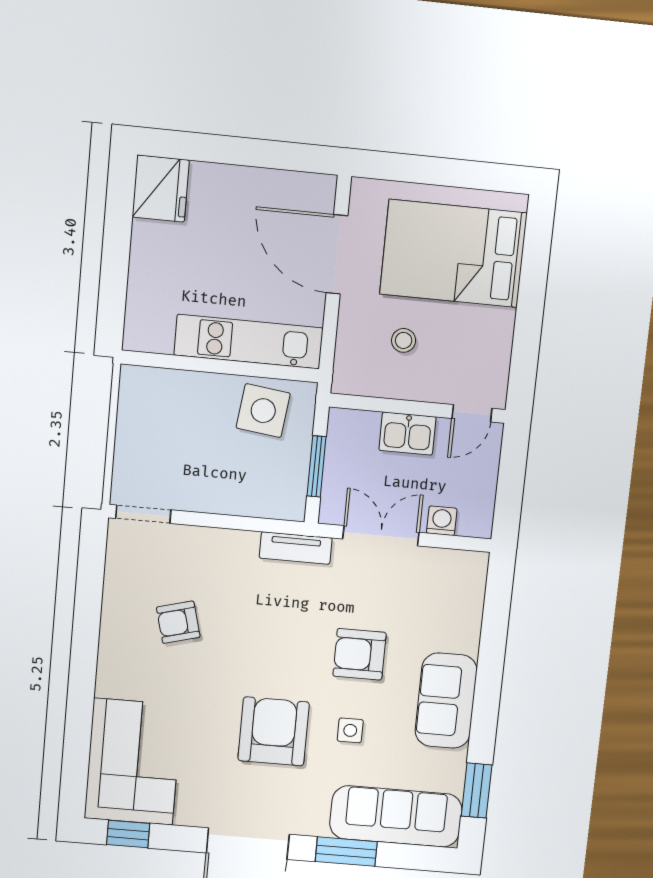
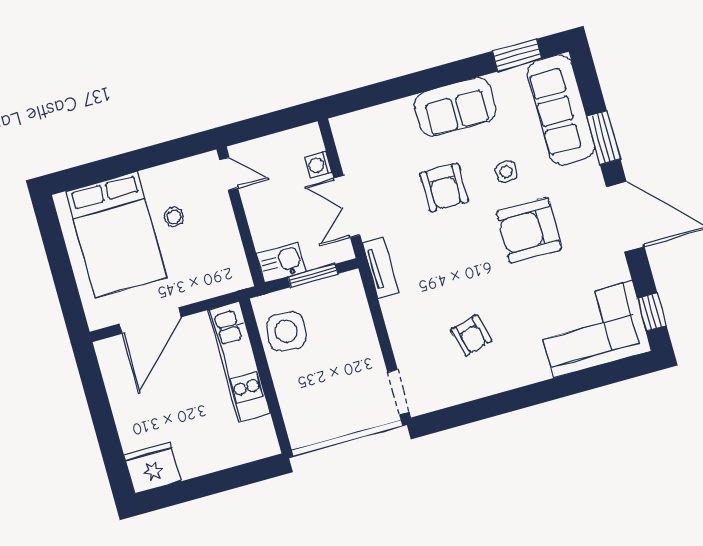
stool: (404, 340) -> (174, 217), moved
kitchen sink: (407, 434) -> (281, 263), moved, turned -90

